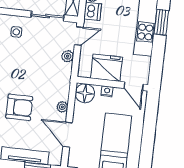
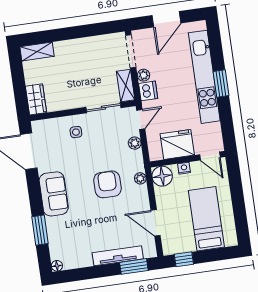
armchair: (19, 107) -> (107, 184), moved, turned -90
plant: (62, 107) -> (140, 178), moved

